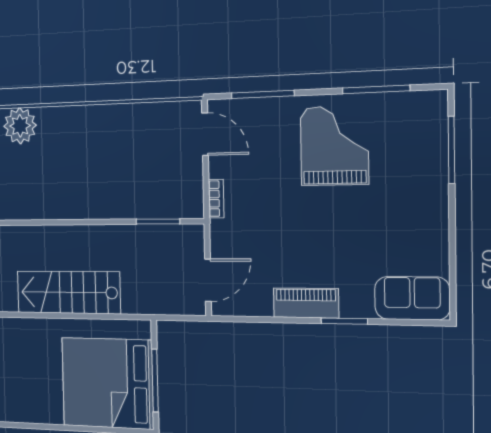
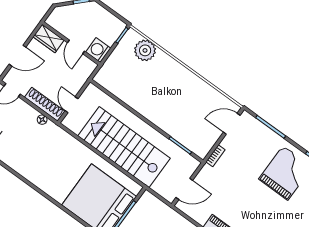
door: (205, 134) -> (232, 124), swing flipped
stairs: (68, 292) -> (124, 147), width x1.36, depth x1.51

